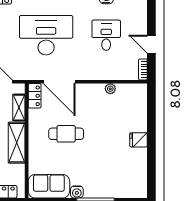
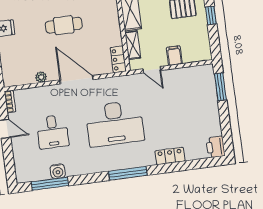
door: (59, 82) -> (77, 80), moved
cafe table: (66, 134) -> (64, 25), moved

